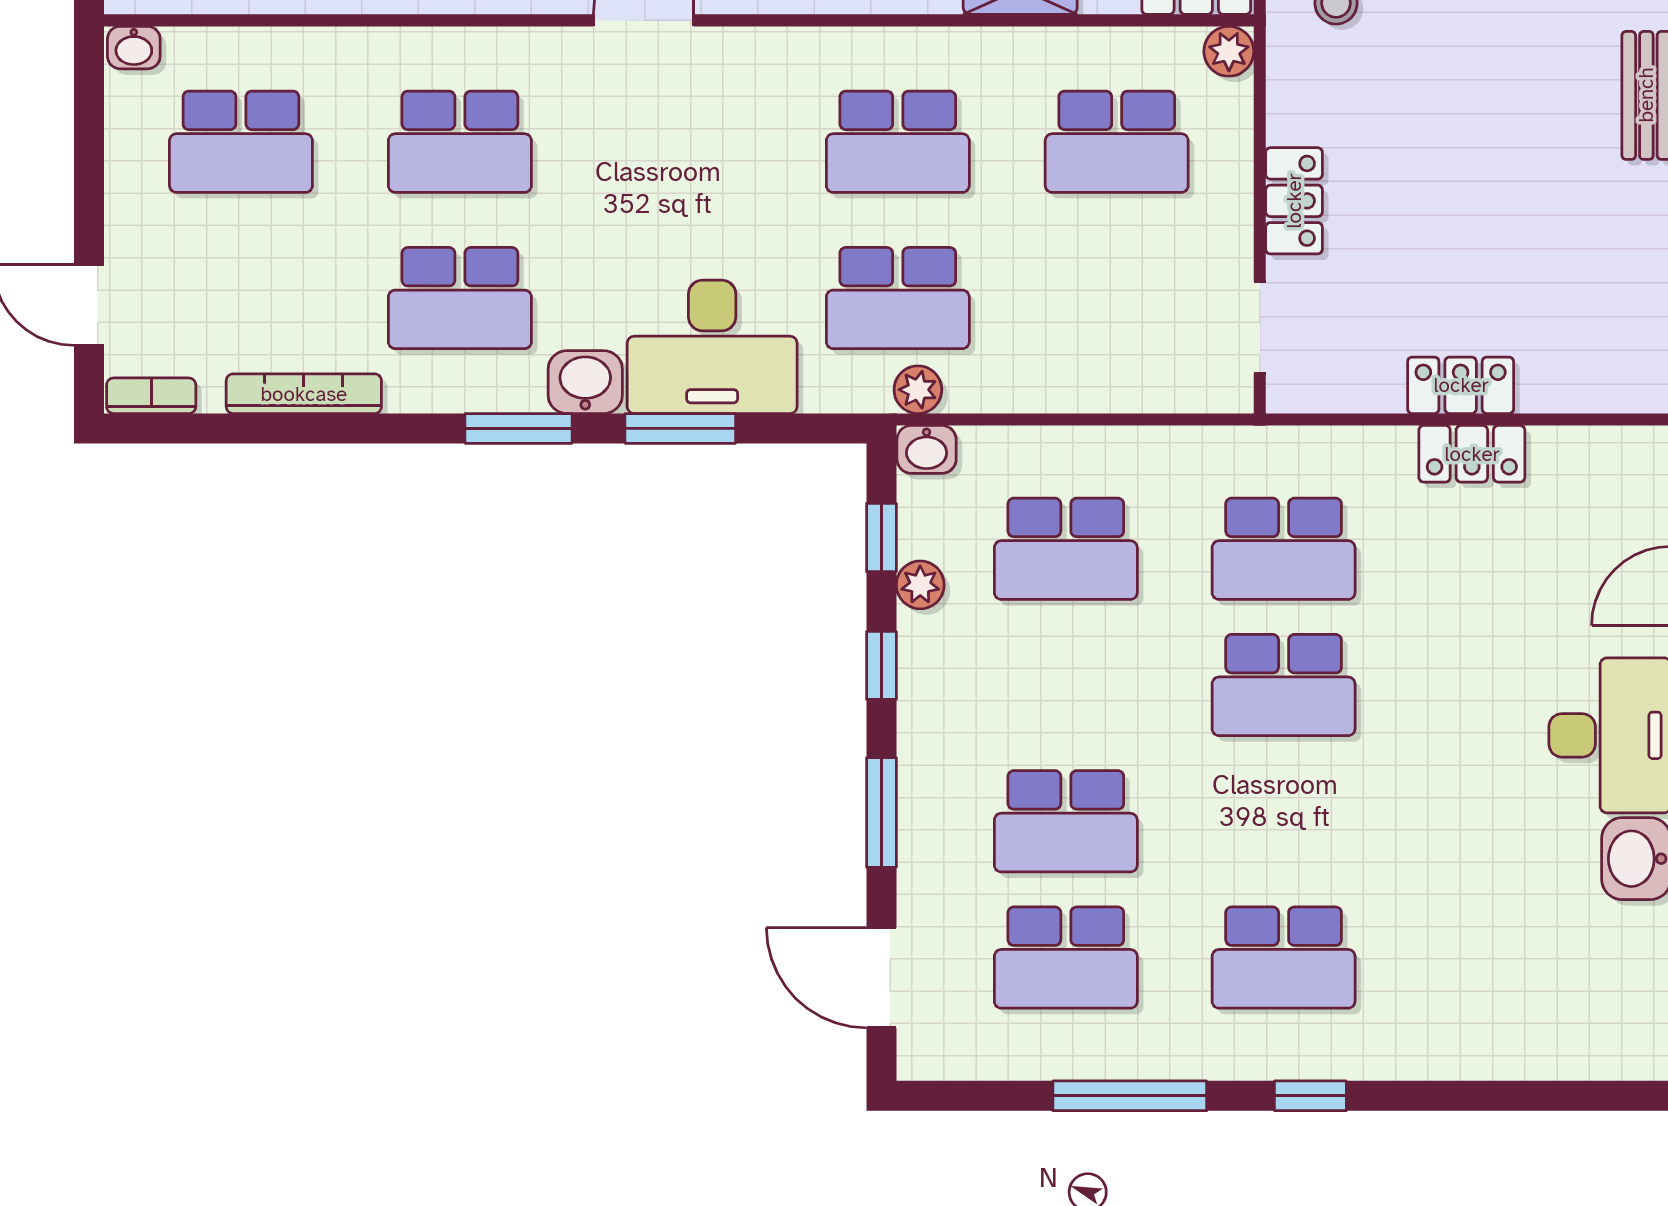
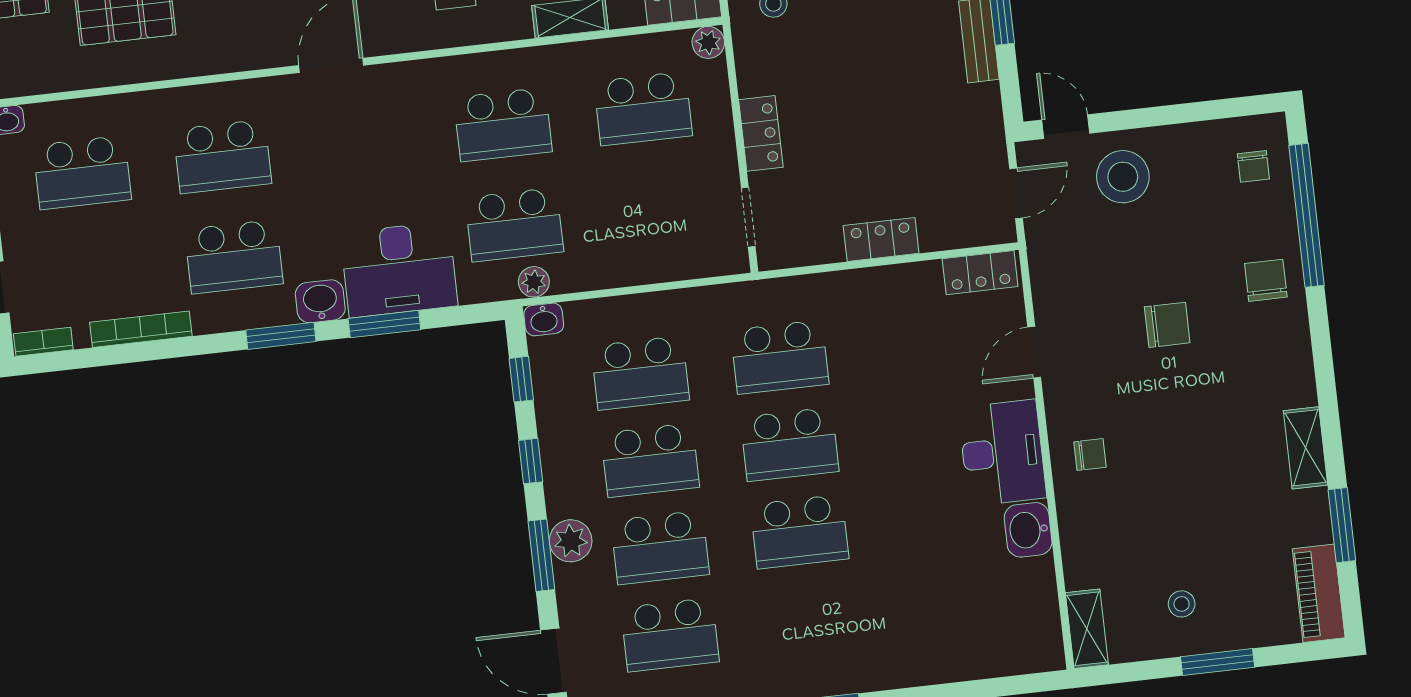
locker: (1472, 454) -> (980, 273), moved
plant: (920, 585) -> (571, 541), moved, width x1.38, depth x1.38
school desk: (1066, 685) -> (650, 460), added
school desk: (1284, 958) -> (800, 532), moved

